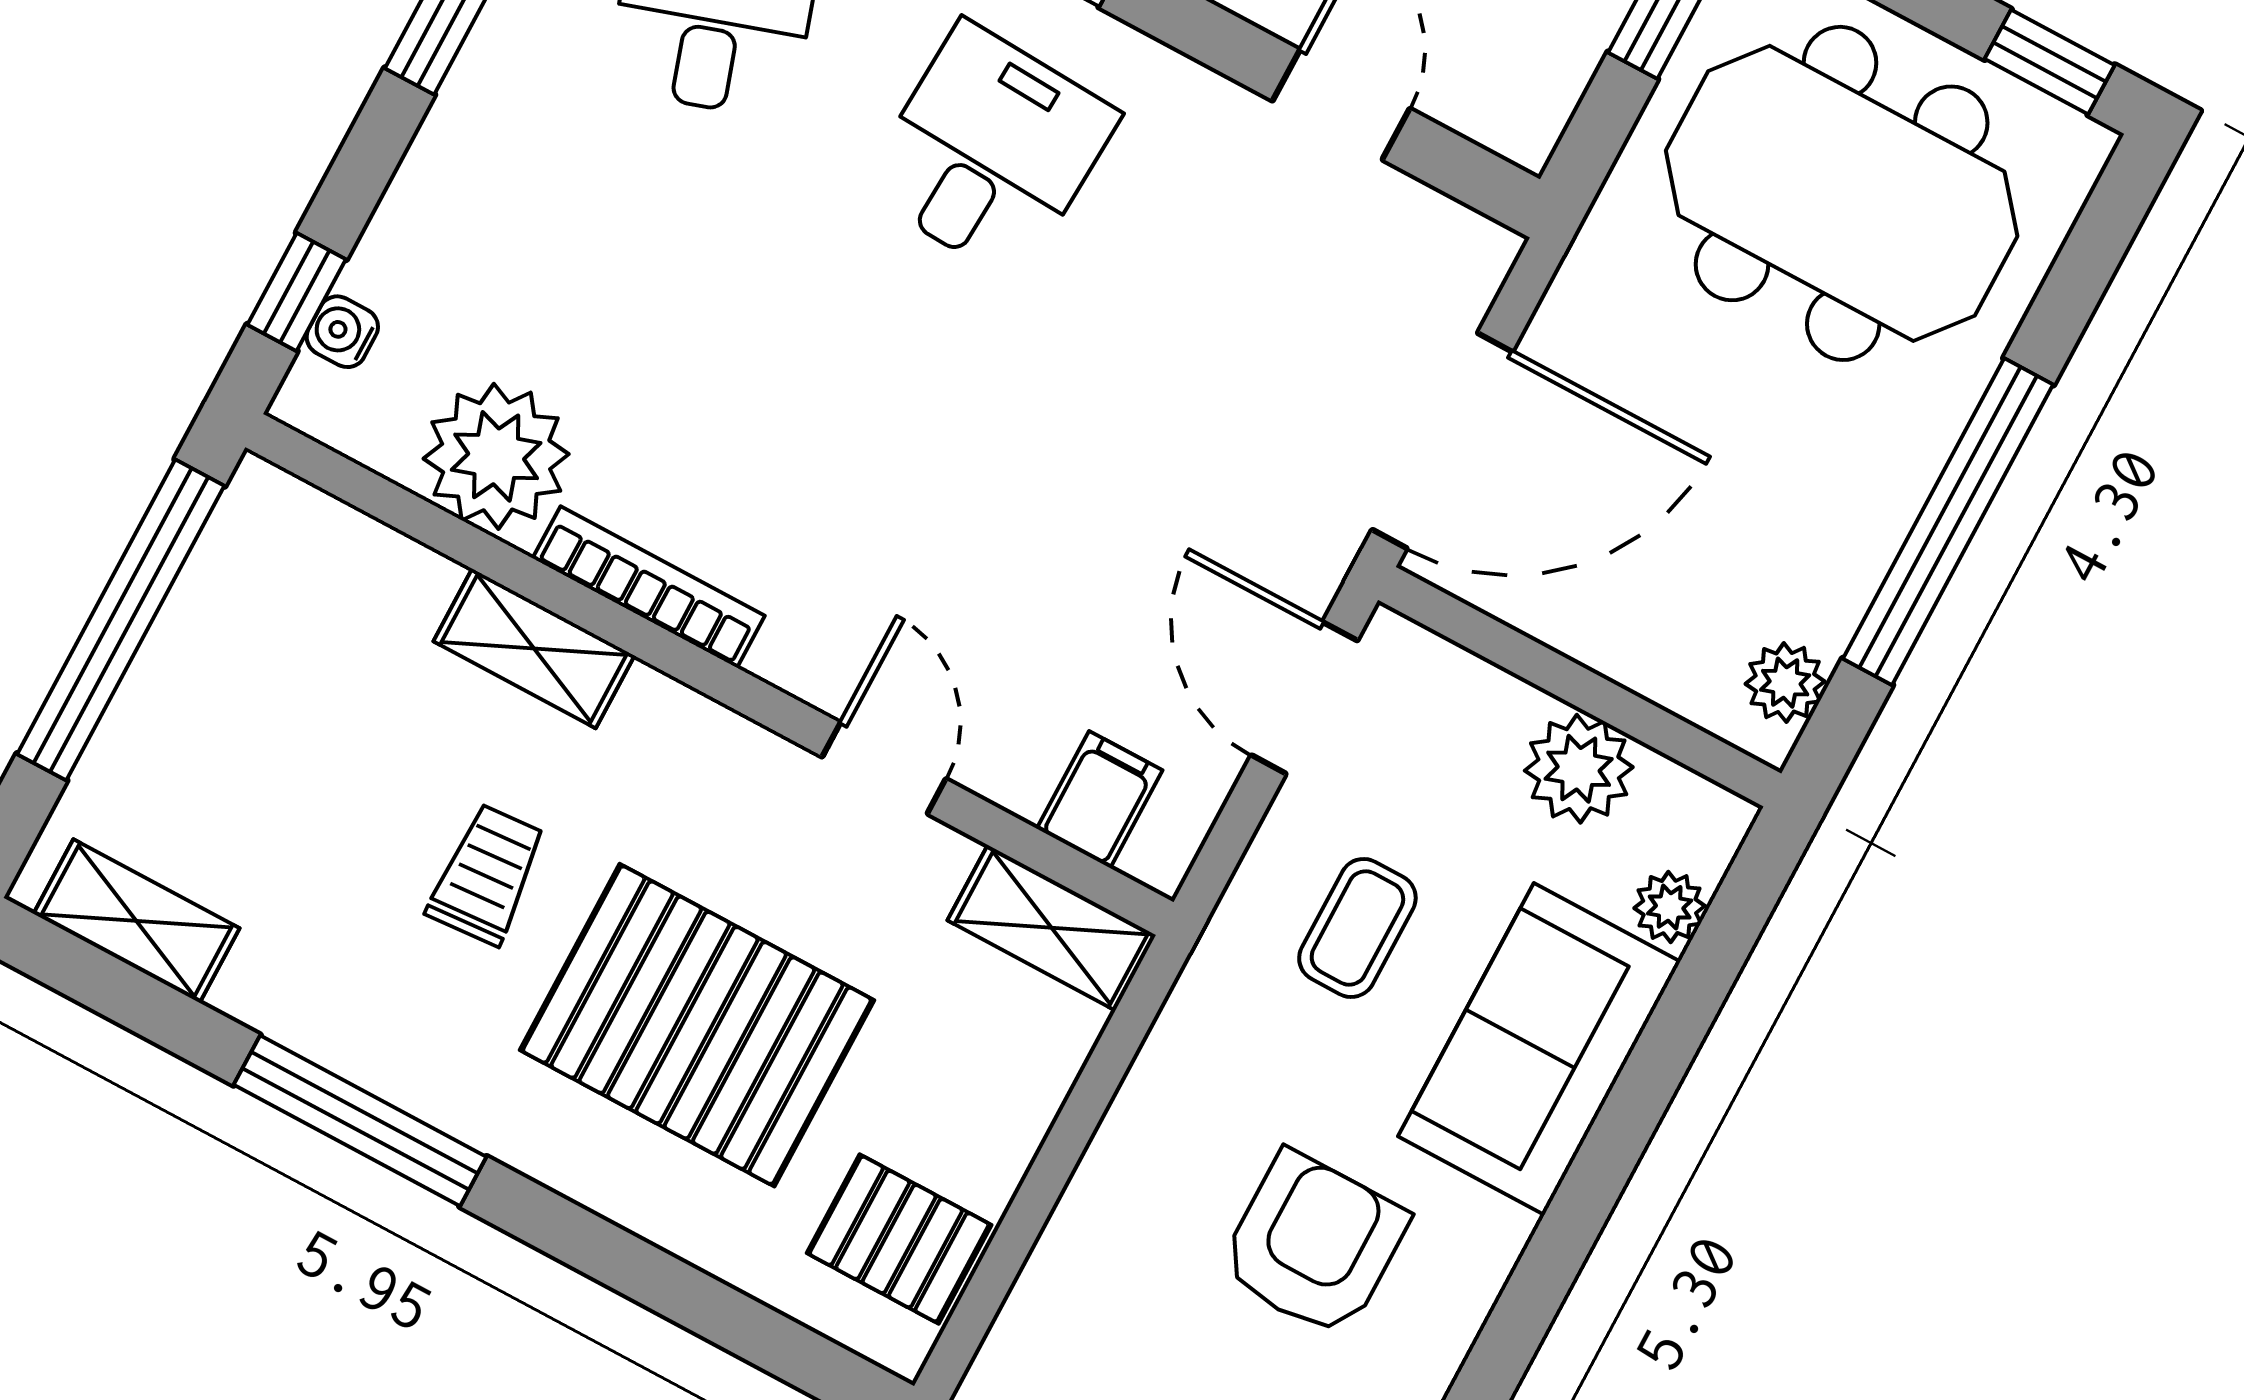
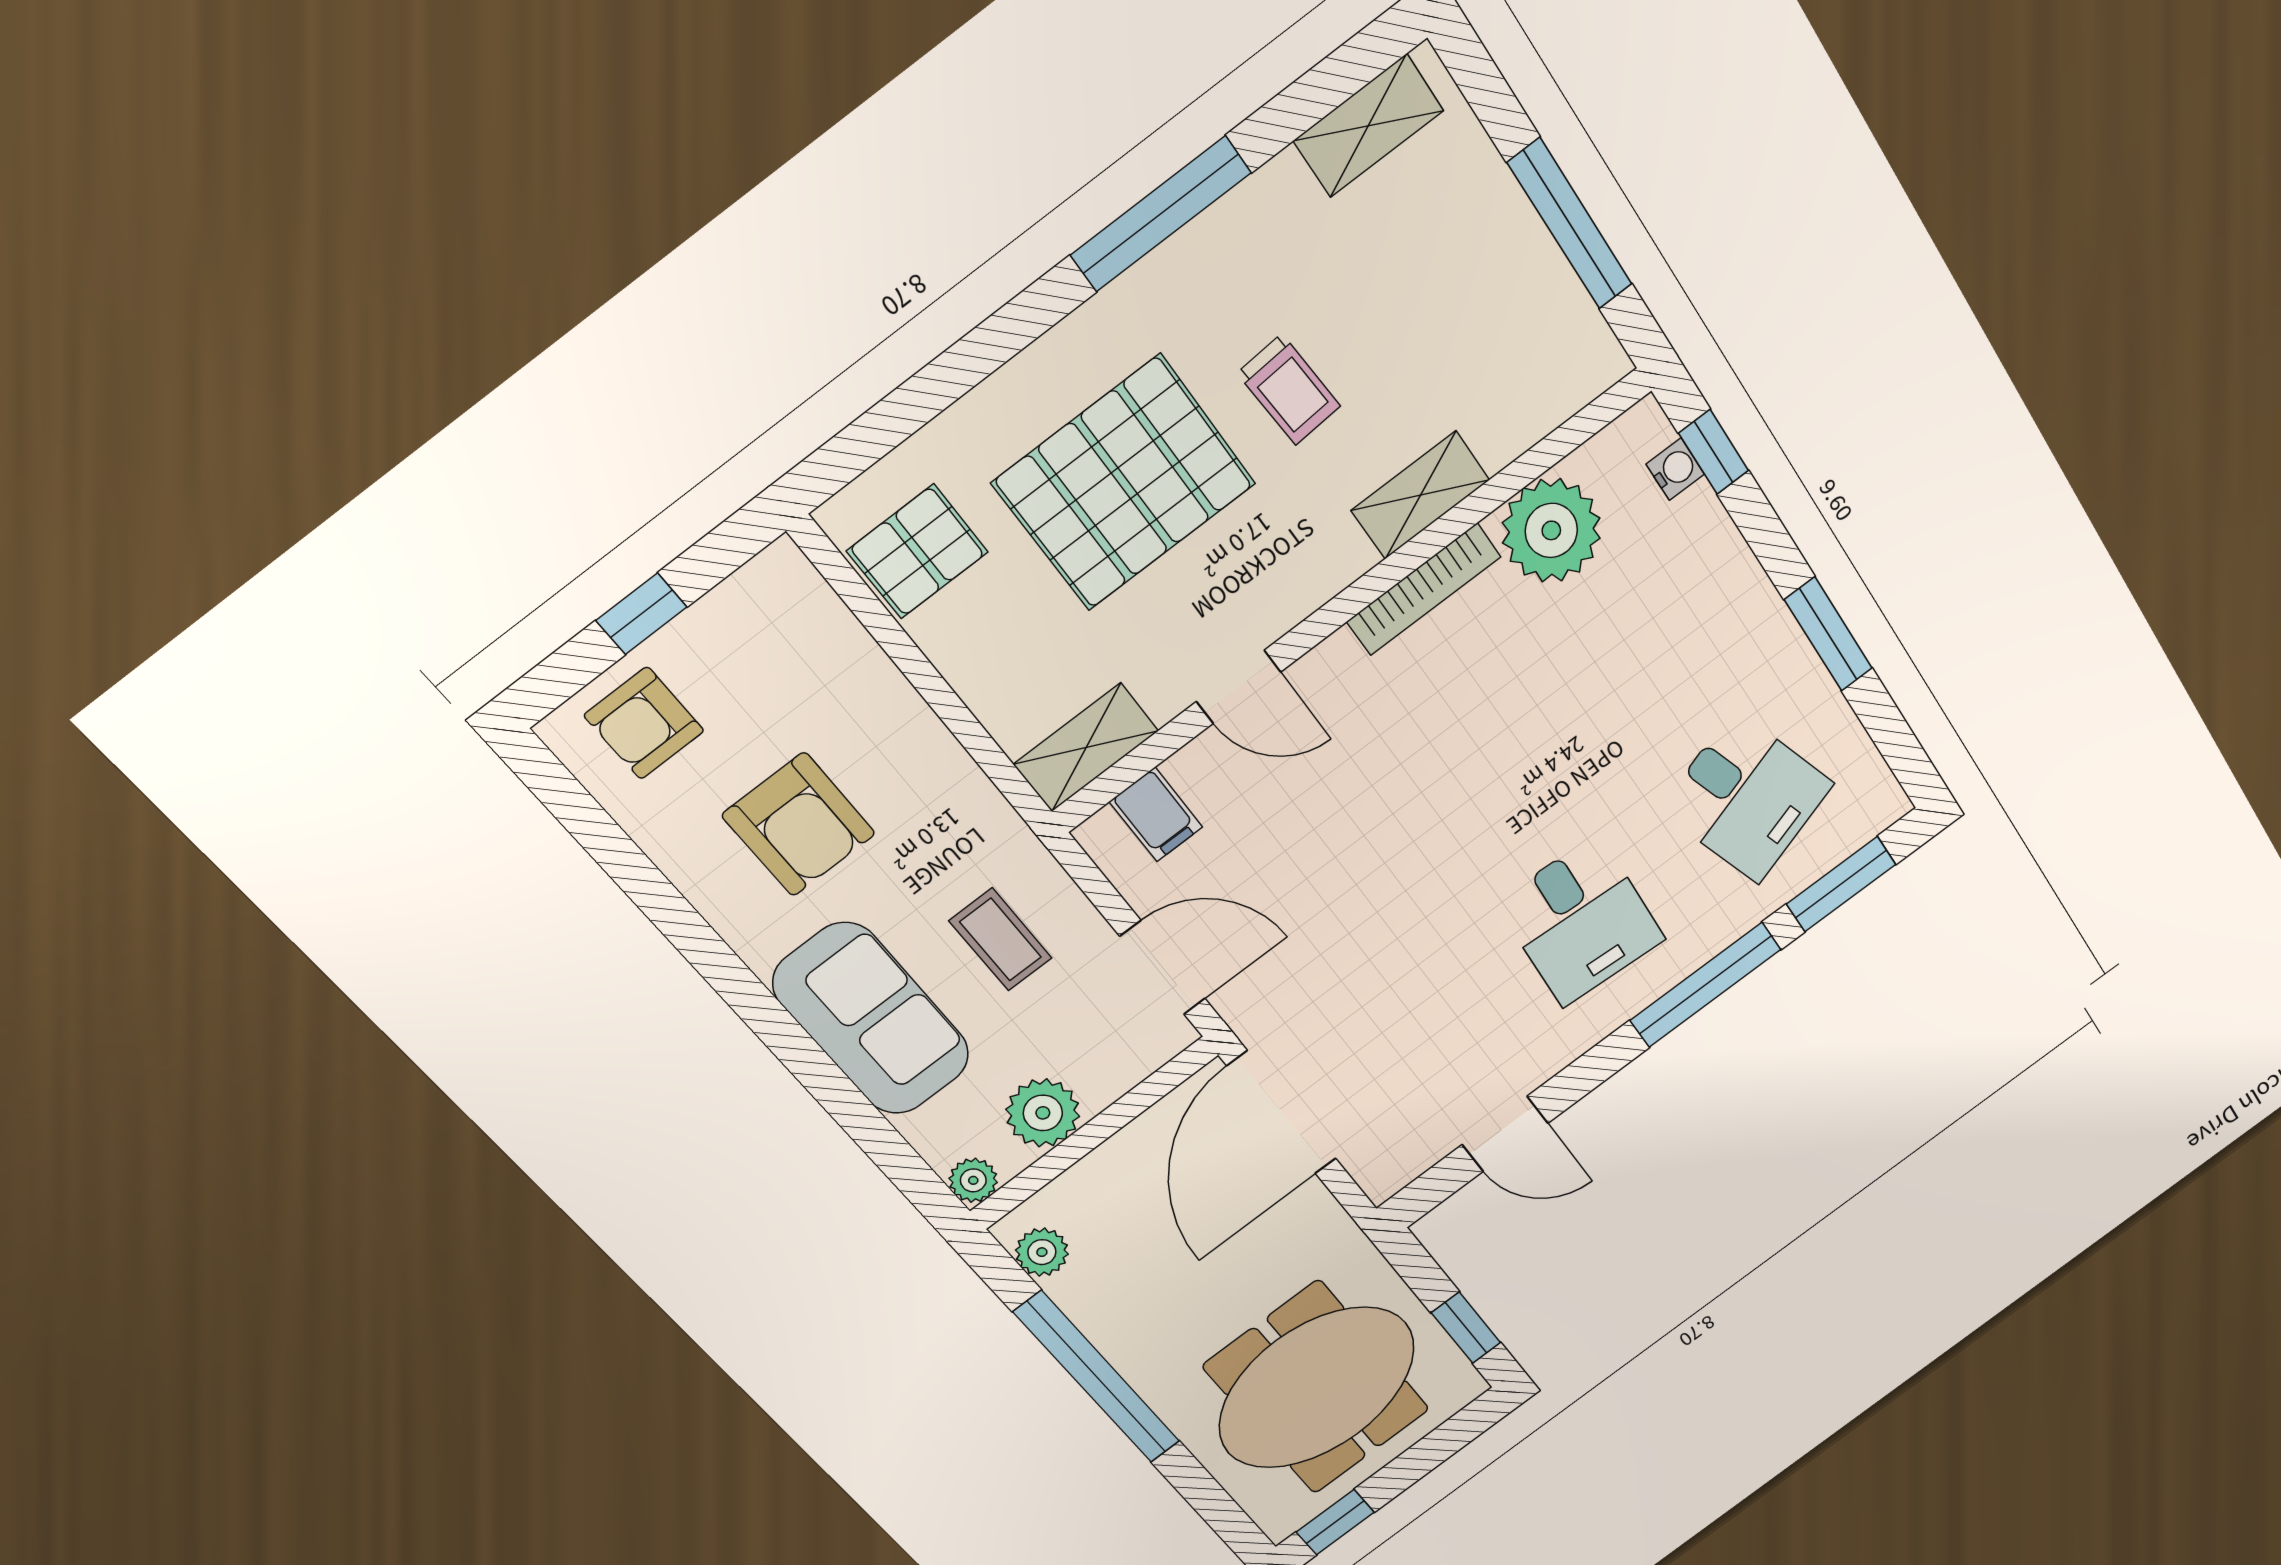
window: (121, 620) -> (1570, 224), width x0.68
plant: (1670, 907) -> (973, 1180), moved

